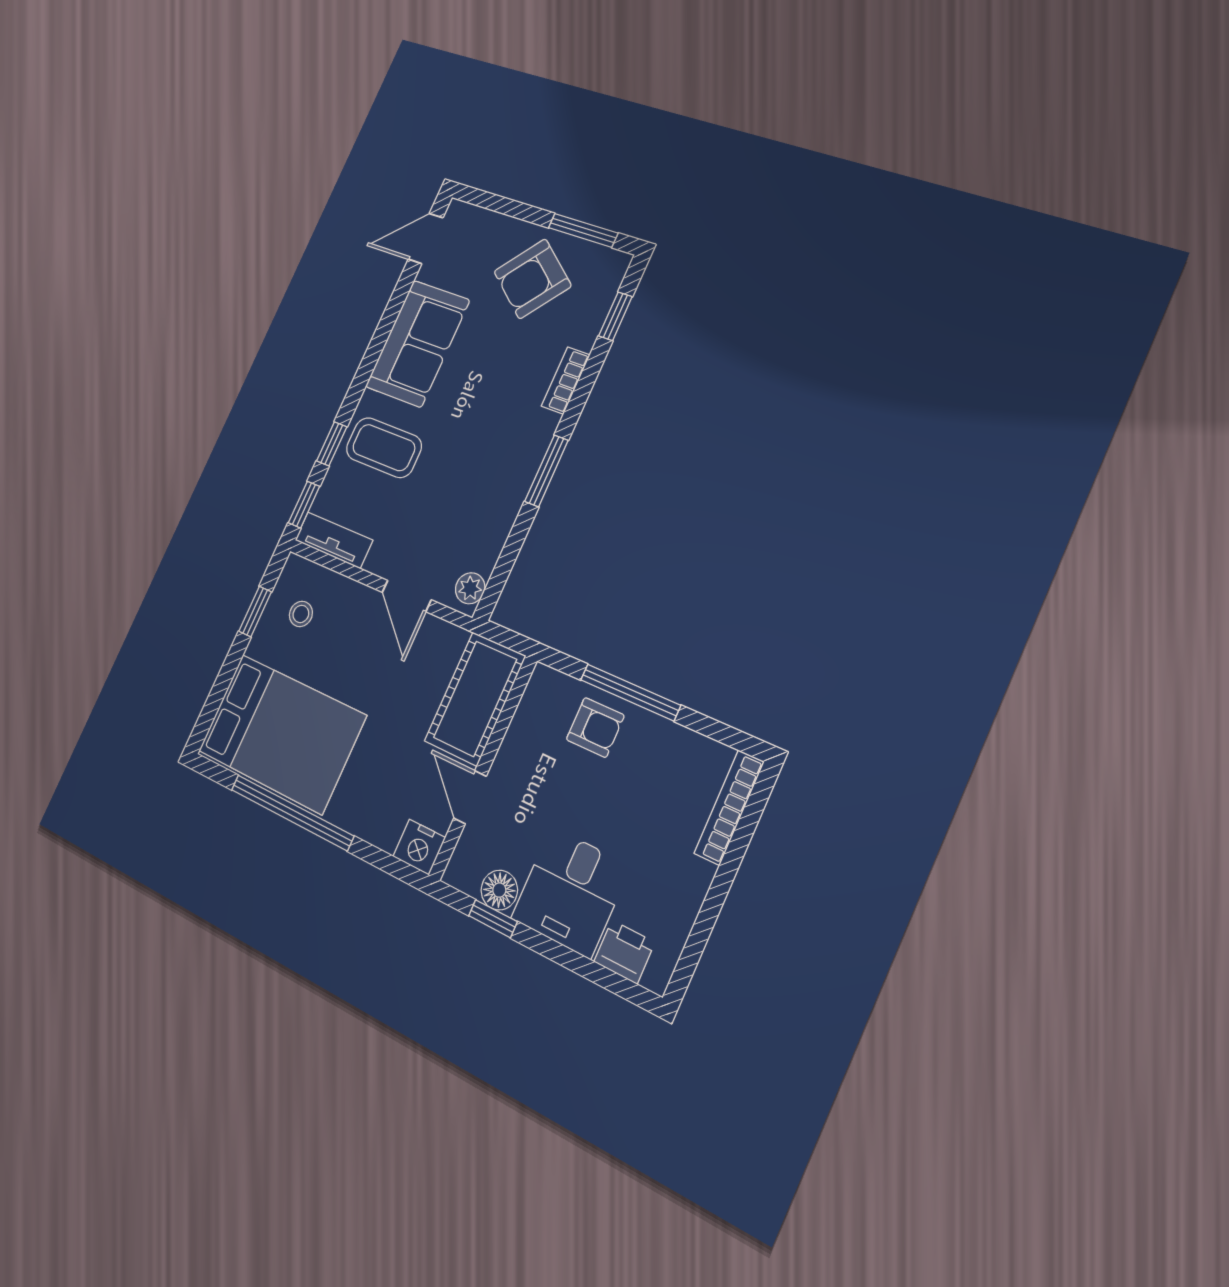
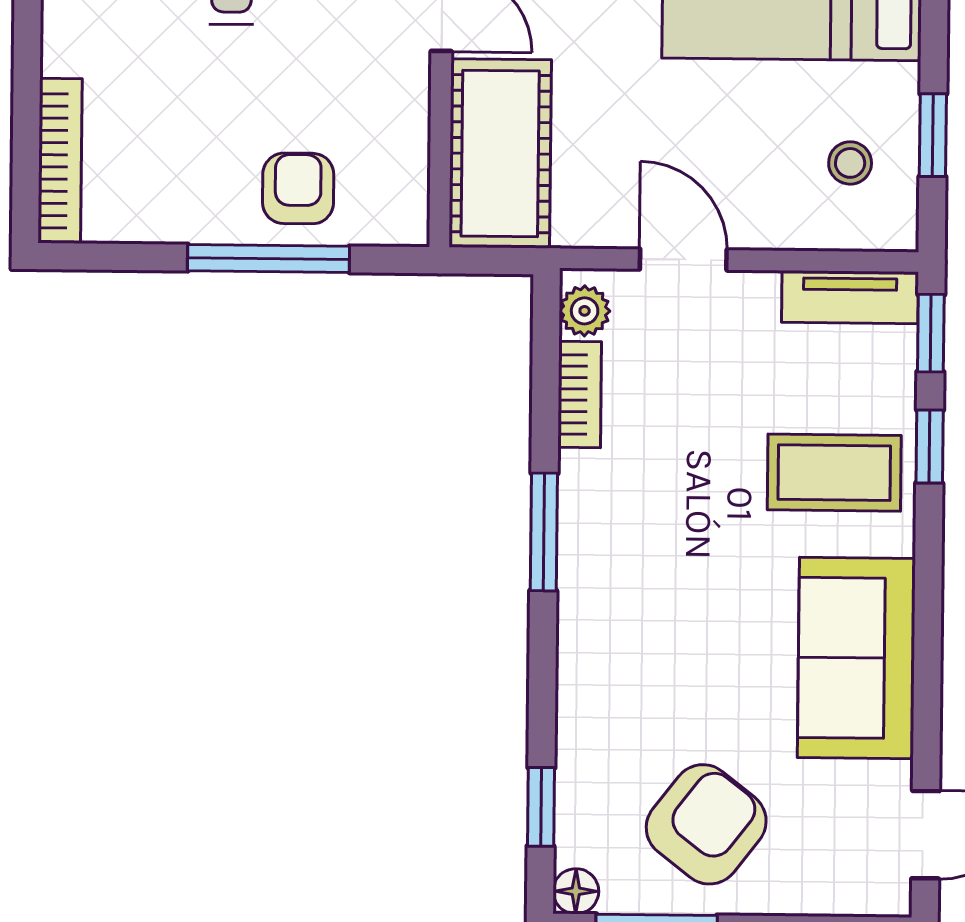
floor lamp: (617, 263) -> (576, 891), added
bookcase: (566, 380) -> (580, 394), moved
armchair: (595, 727) -> (298, 188), turned 90

